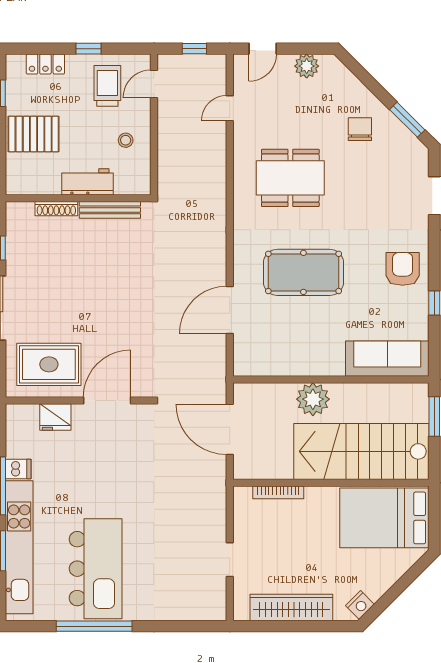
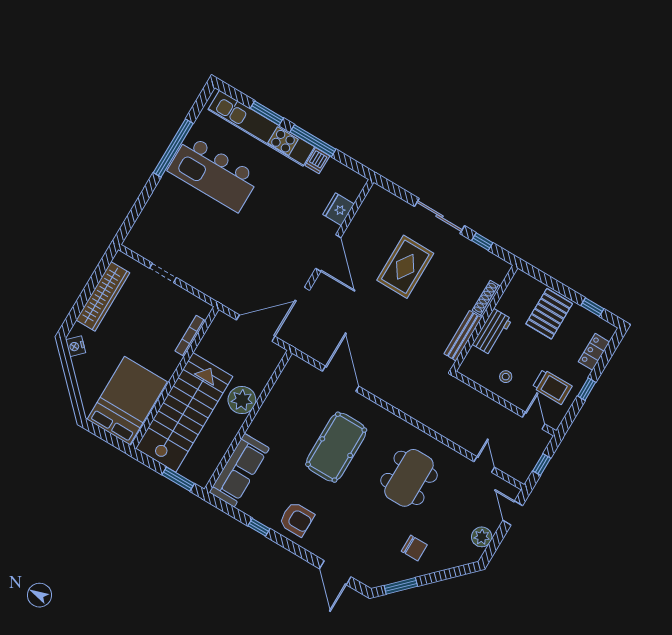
rug: (49, 364) -> (405, 267), moved

